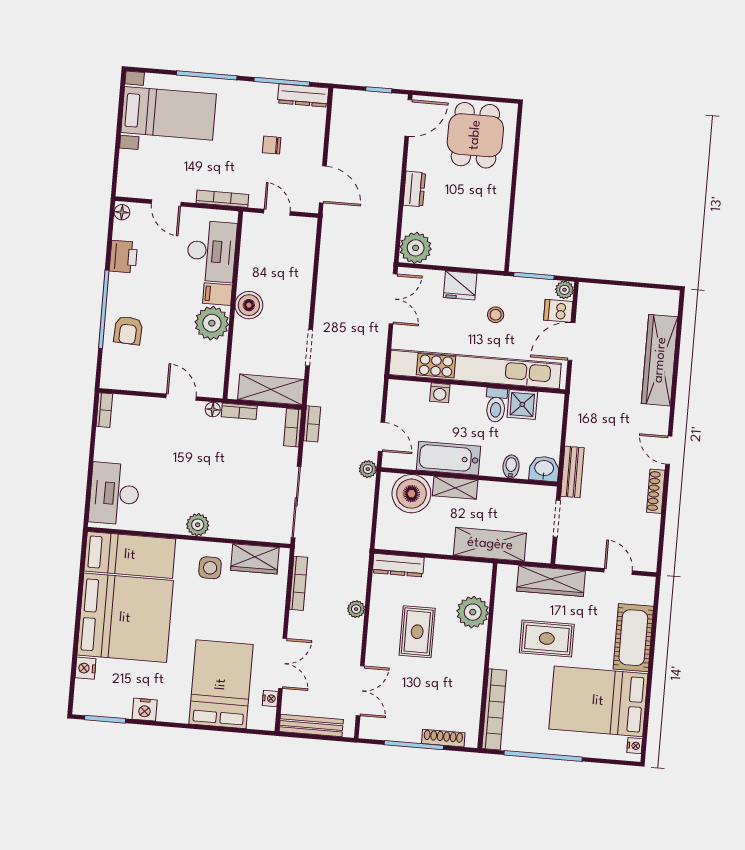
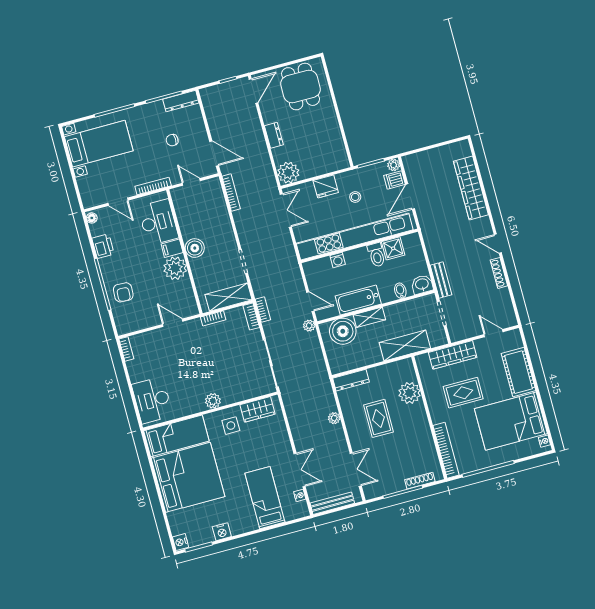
floor lamp: (213, 409) -> (196, 323), removed
bookcase: (298, 583) -> (231, 193), moved
nightstand: (86, 668) -> (181, 542), moved
bed: (221, 684) -> (265, 498), width x0.67

